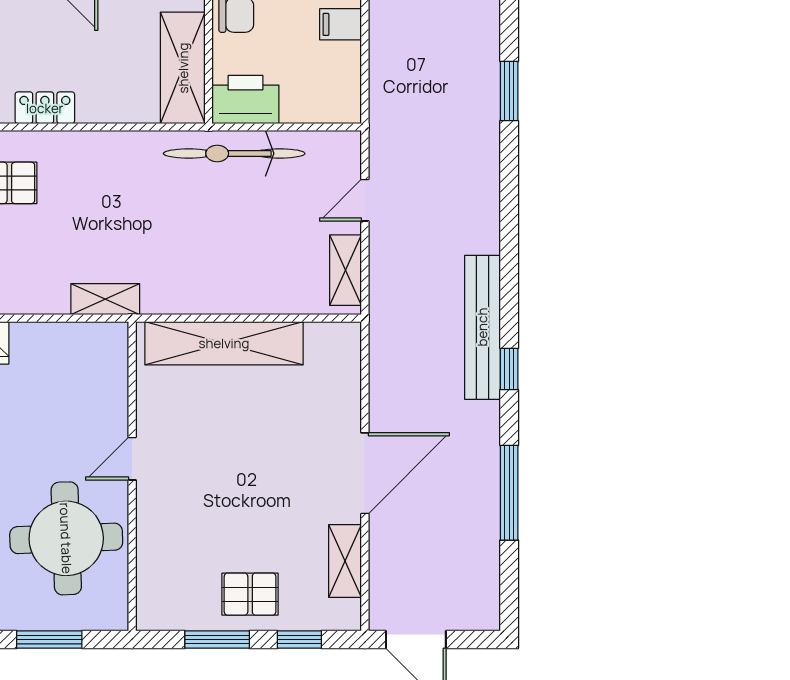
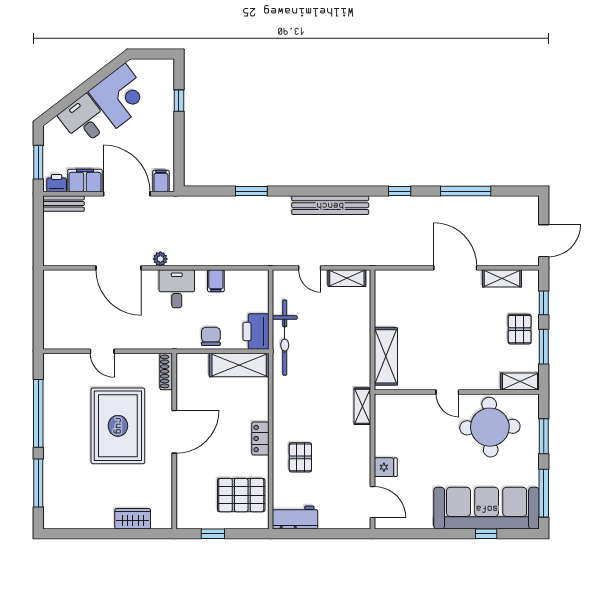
bench: (482, 327) -> (330, 205), moved
shelving: (224, 343) -> (386, 356), width x0.68
shelving: (152, 595) -> (520, 381), added

